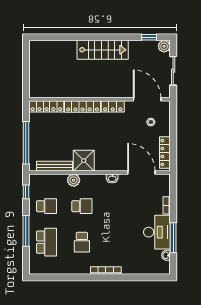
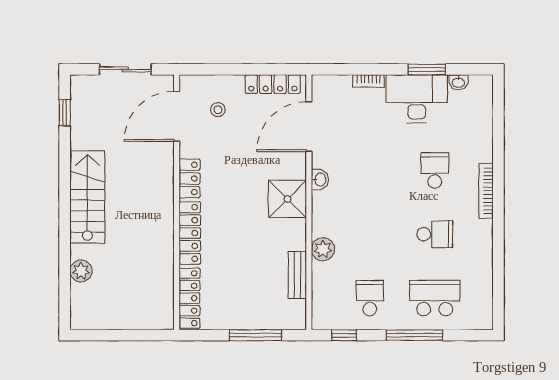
plant: (164, 46) -> (81, 271), moved
window: (26, 143) -> (255, 335), width x0.68
shower: (84, 161) -> (288, 199), moved
bench: (55, 166) -> (297, 275), width x0.73
school desk: (82, 206) -> (435, 170), moved
window: (173, 238) -> (427, 69), width x0.69

